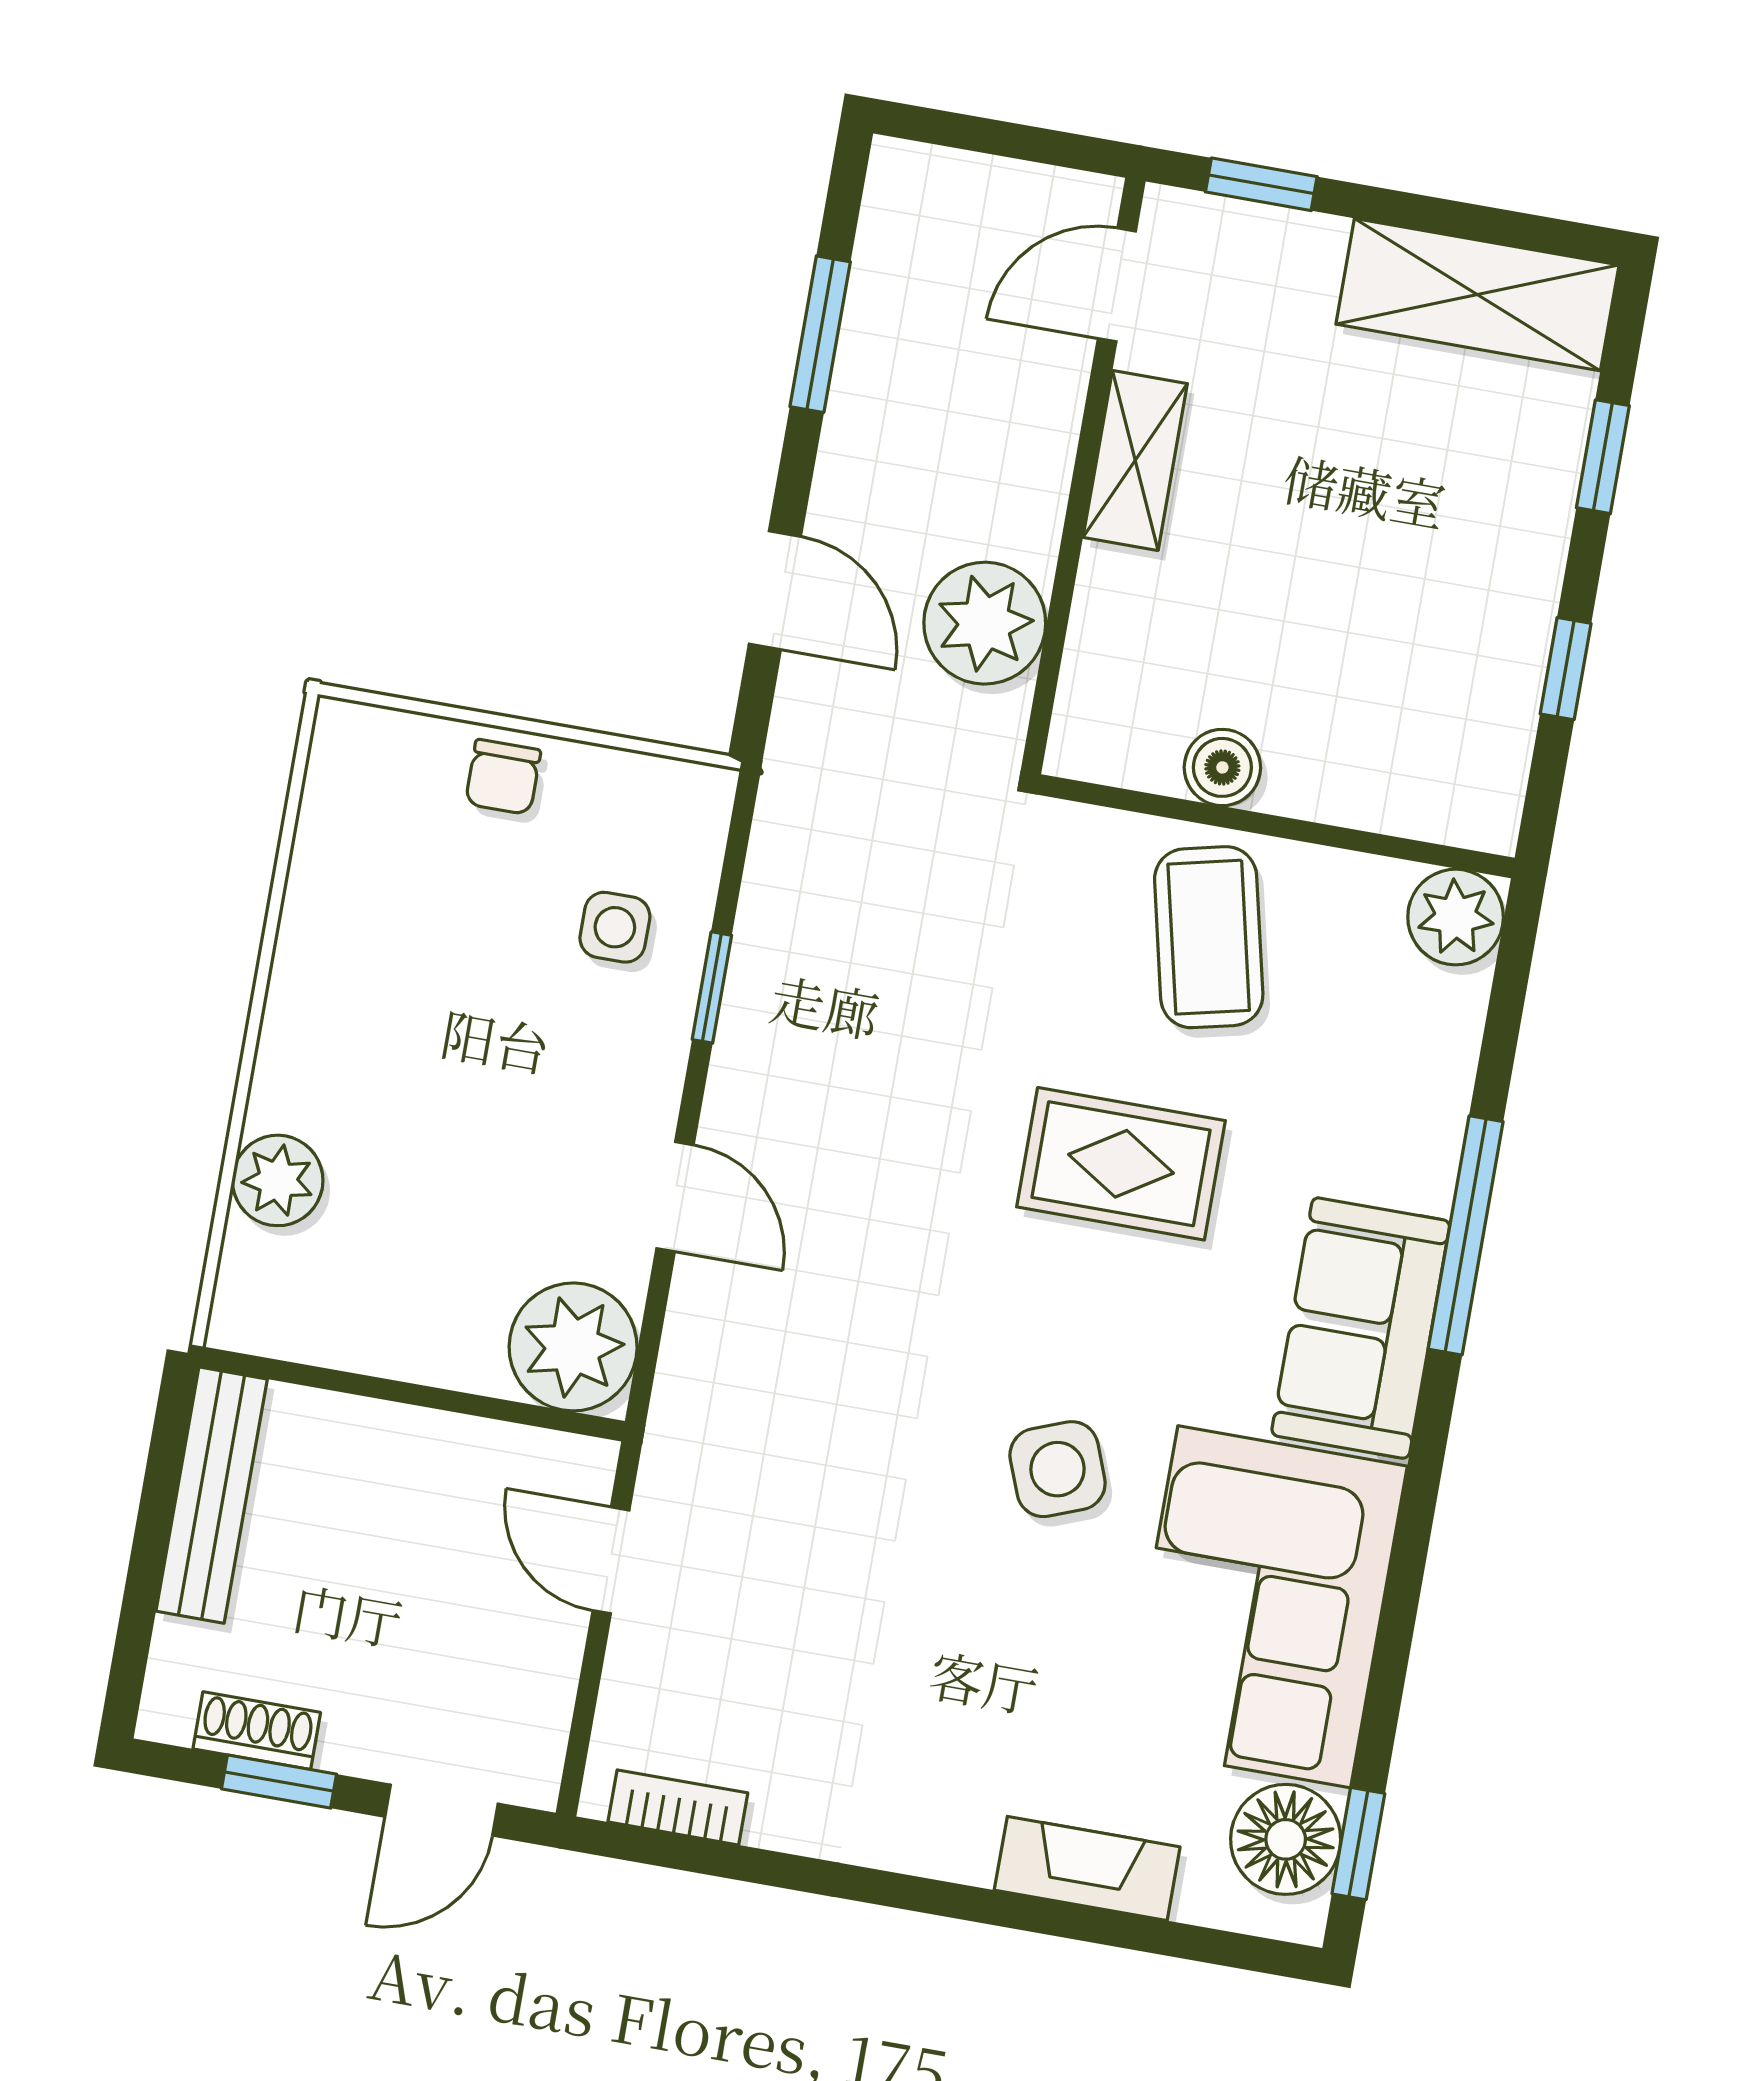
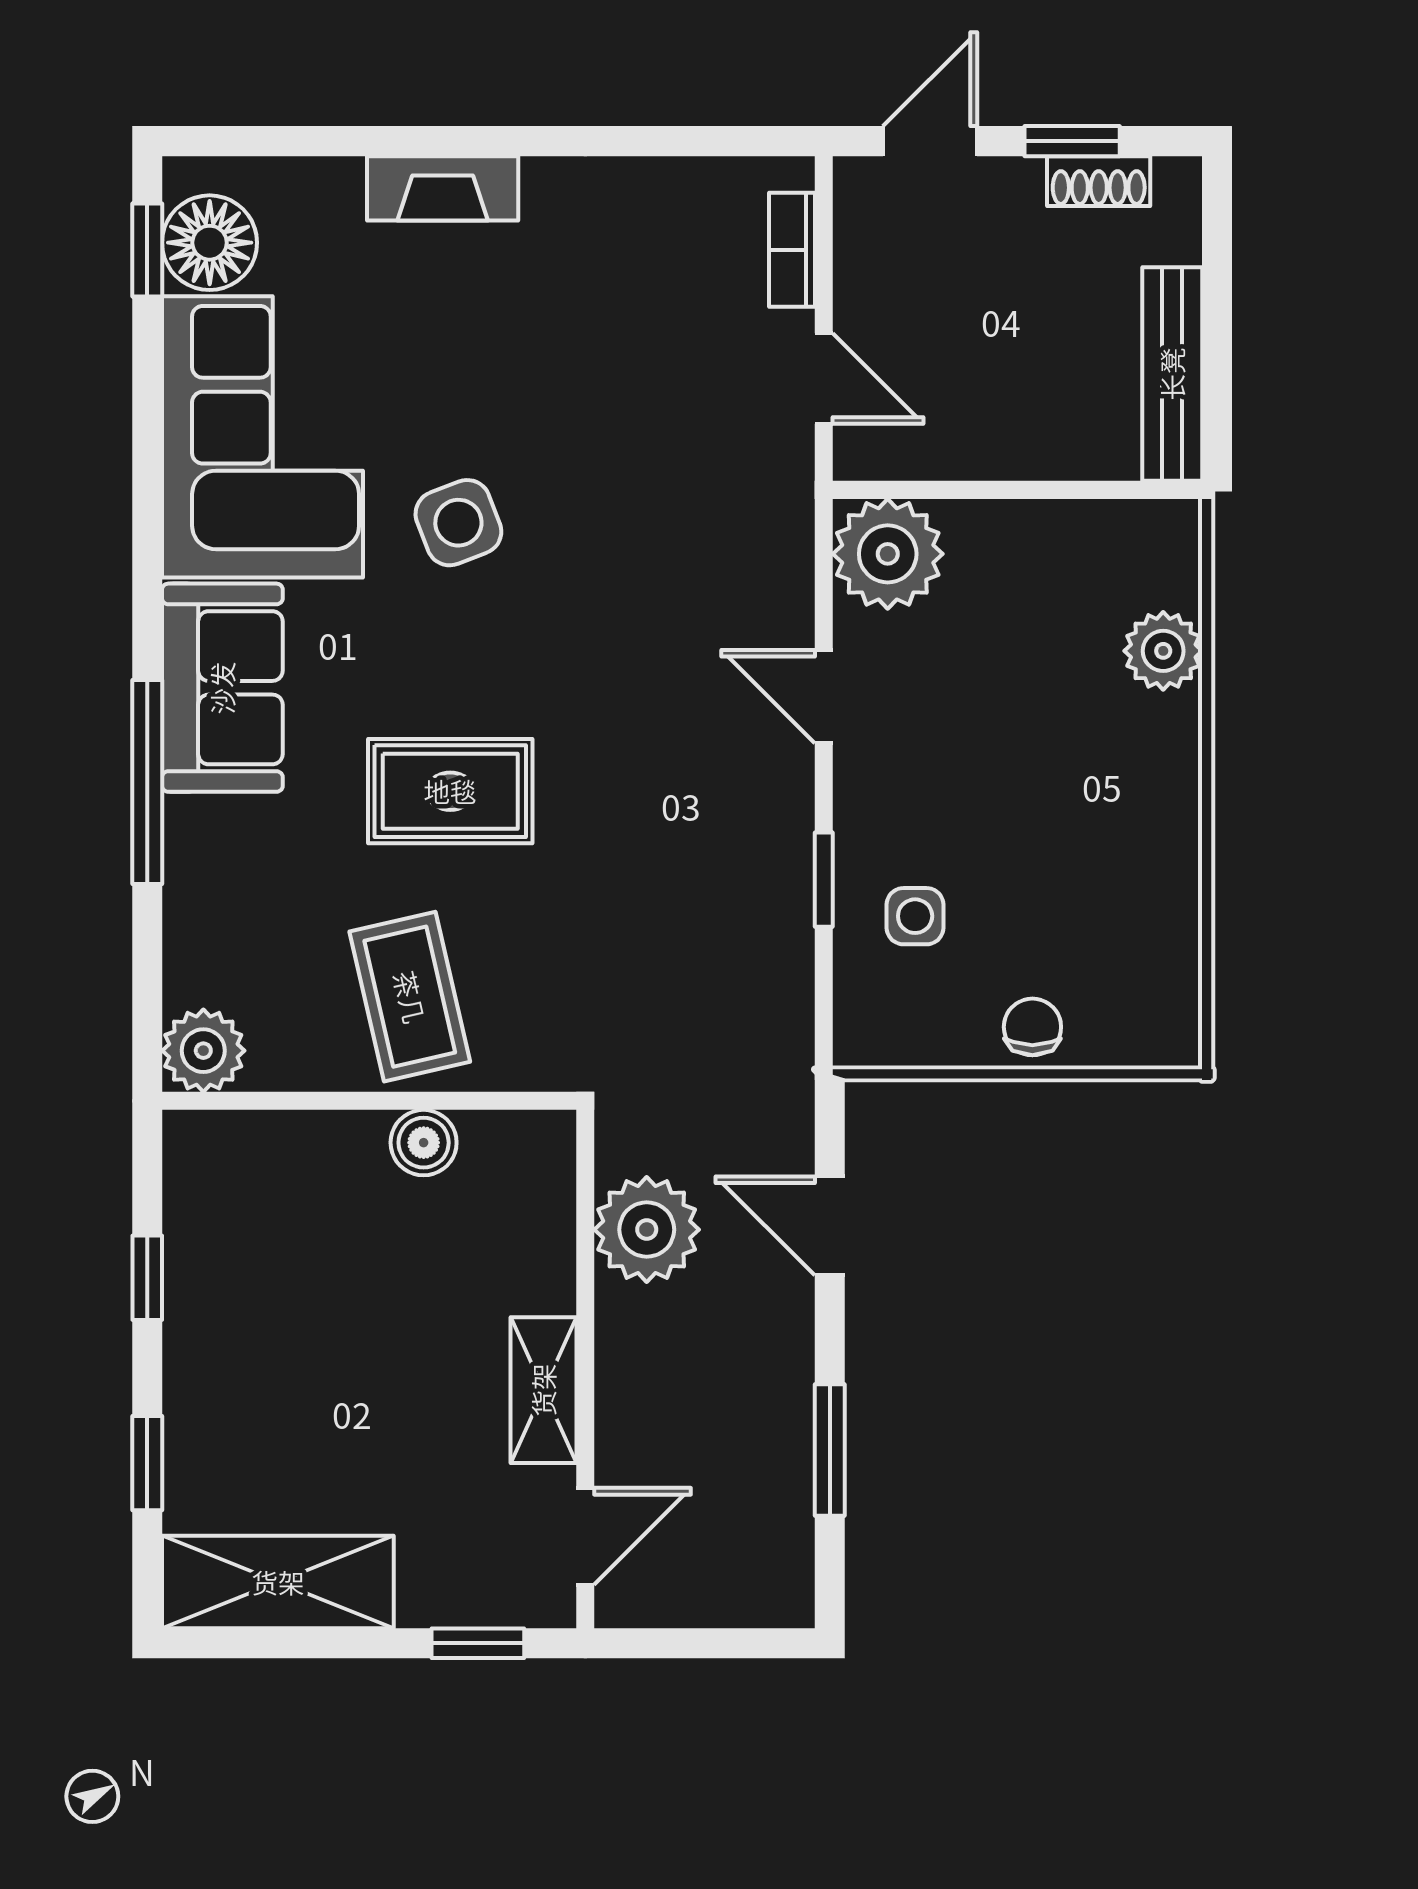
bookcase: (678, 1807) -> (792, 250), moved, turned 90
fireplace: (1087, 1868) -> (443, 188), moved

